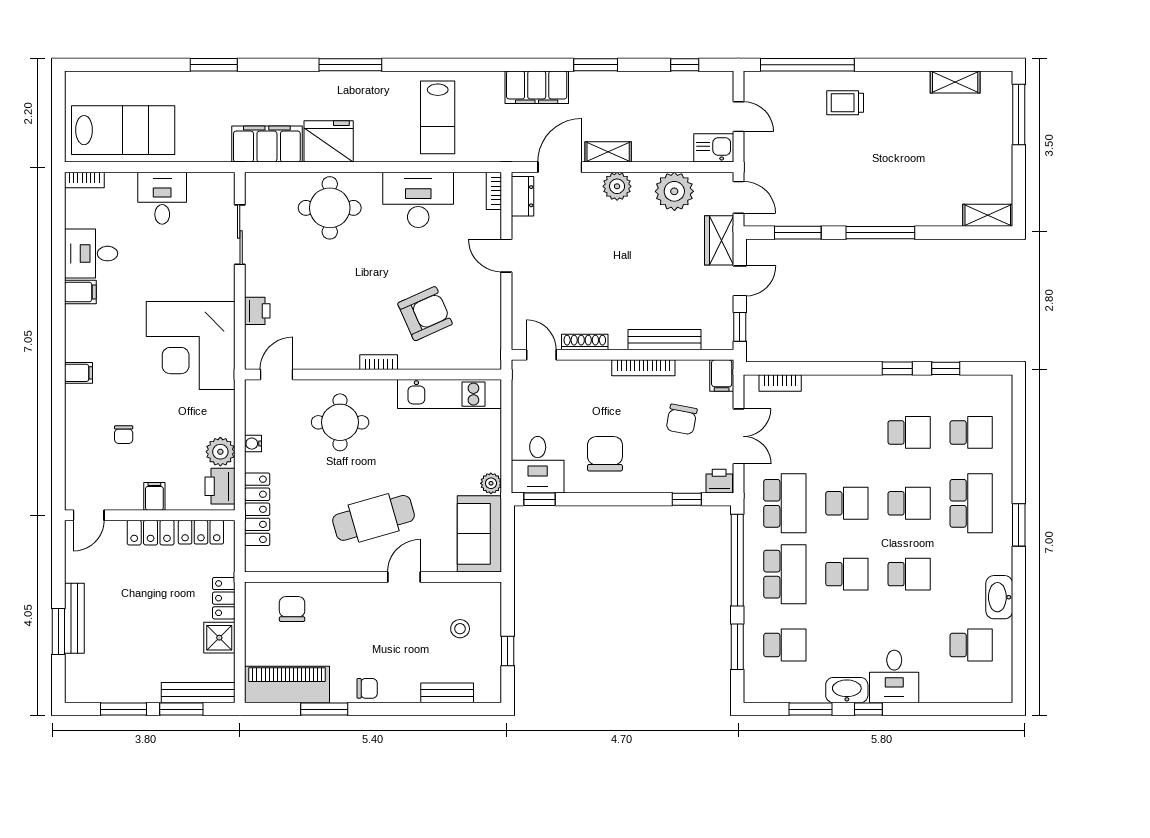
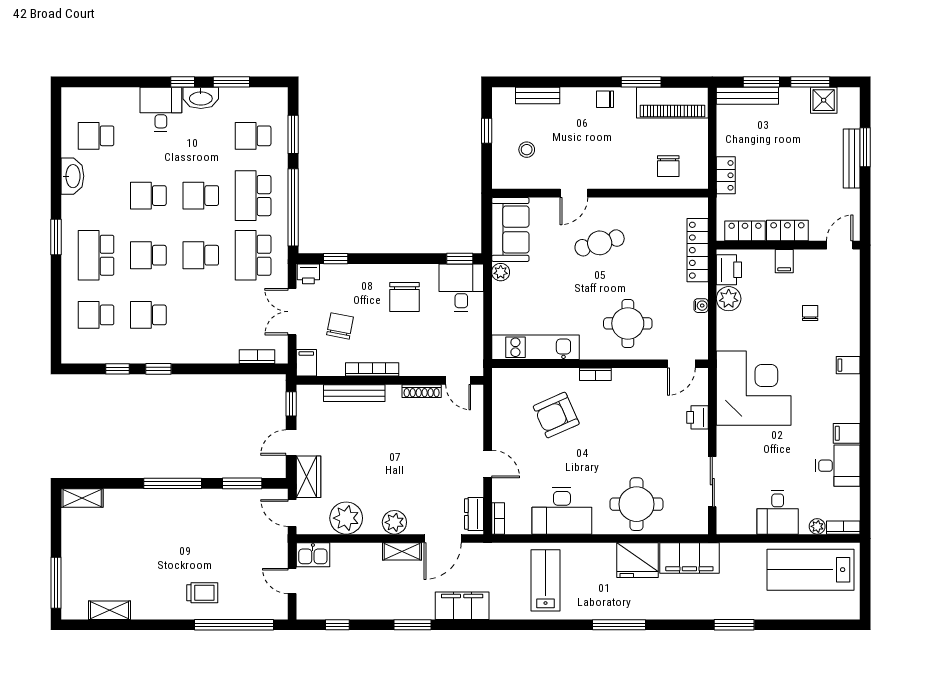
plant: (115, 181) -> (817, 526), added
cafe table: (374, 518) -> (600, 243), width x0.73, depth x0.74
shower: (219, 638) -> (824, 100), moved

